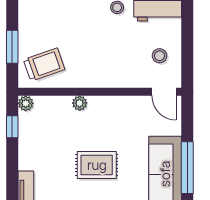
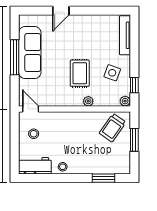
trolley: (44, 65) -> (113, 128), turned -36
side table: (45, 145) -> (112, 73), added
rug: (97, 165) -> (80, 73), moved, turned 90

